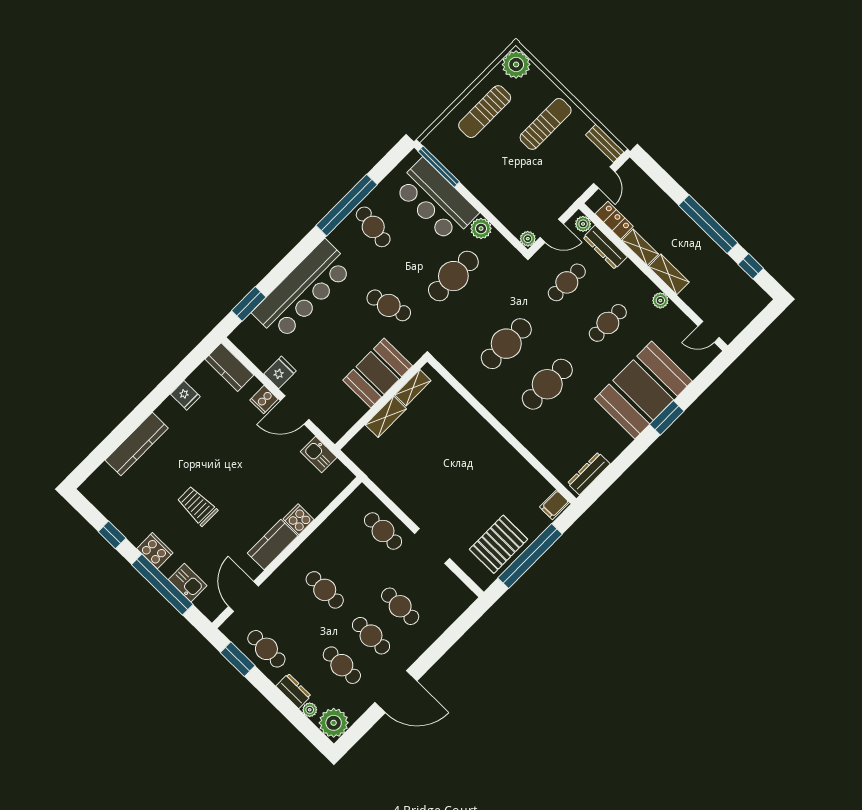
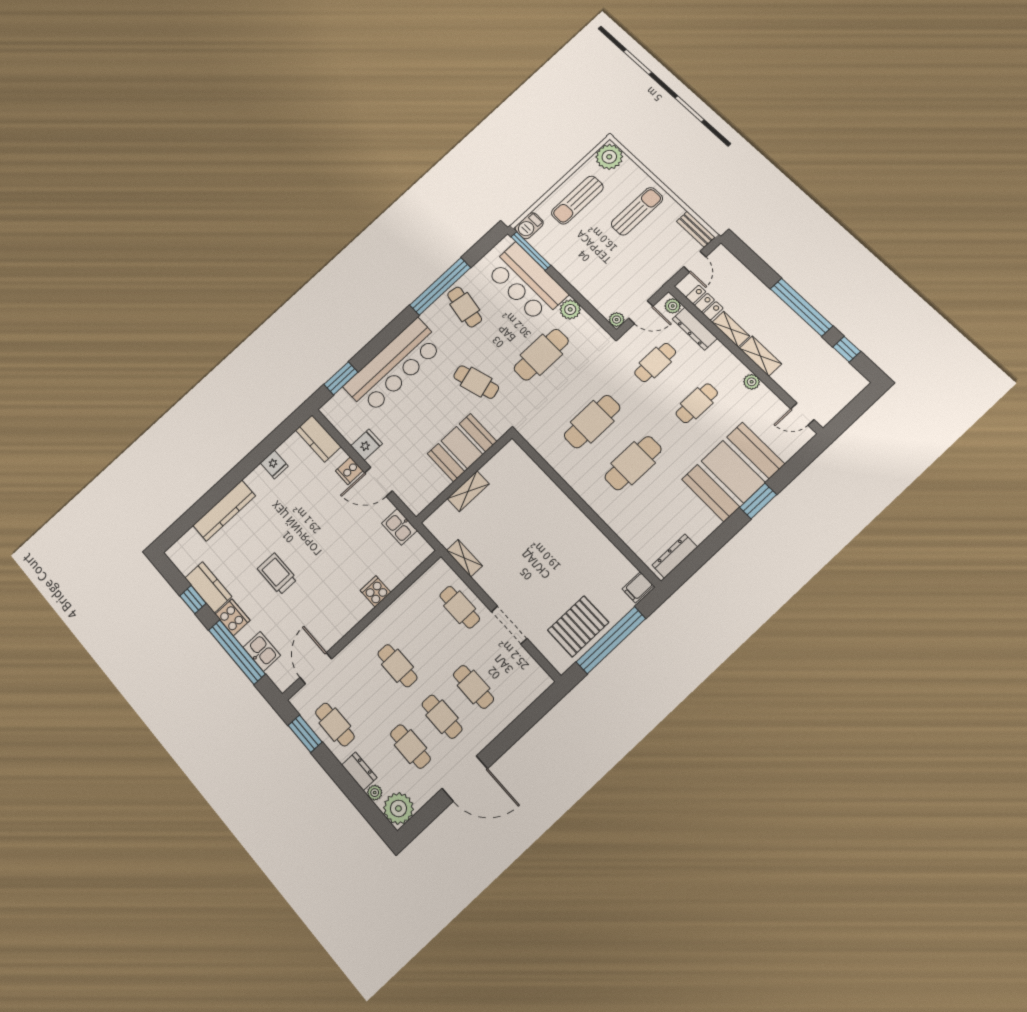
barbecue: (436, 139) -> (529, 226), added
shelving: (413, 388) -> (464, 558), moved, turned 90
kitchen counter: (273, 545) -> (208, 587), moved, turned 90

